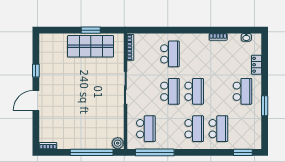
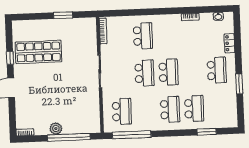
shop shelf: (91, 46) -> (38, 52), moved
plant: (118, 143) -> (56, 129), moved
window: (243, 152) -> (207, 132), moved

